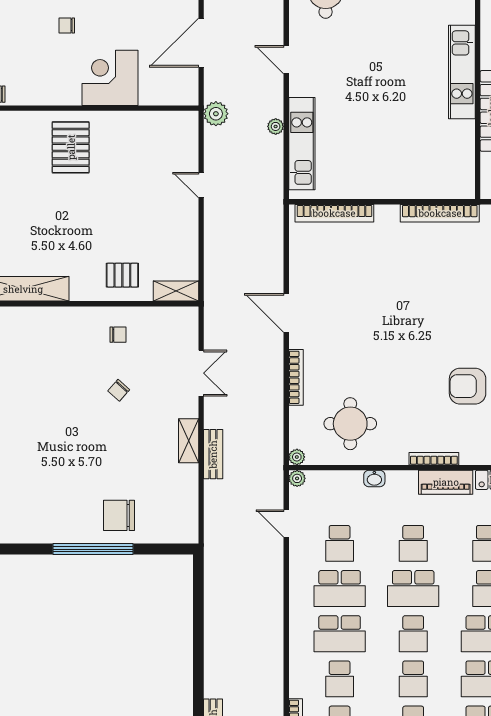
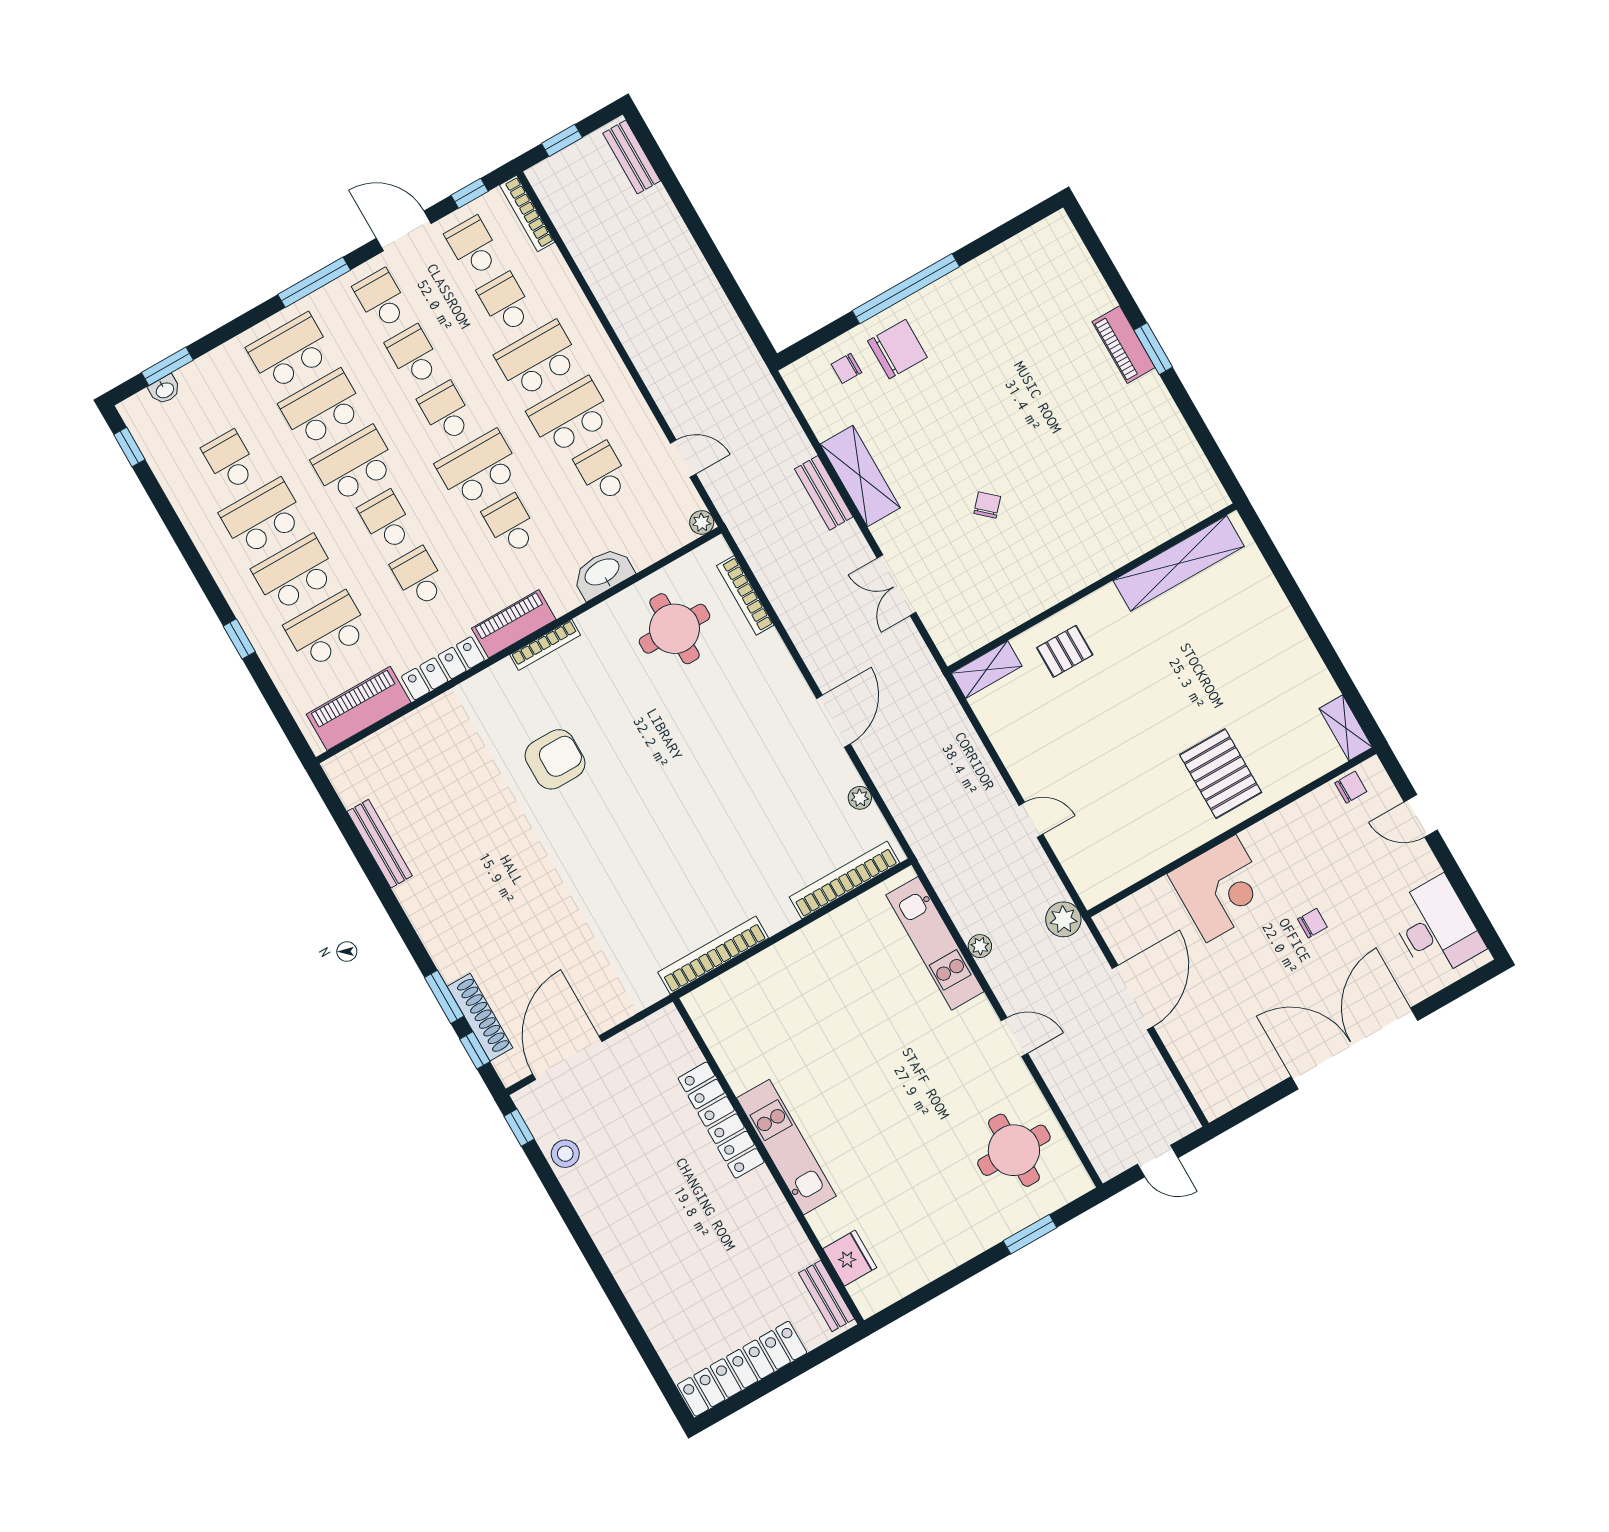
door: (286, 313) -> (833, 721), hinge flipped
chair: (118, 335) -> (847, 368), moved
bookcase: (296, 377) -> (745, 595), moved
shelving: (189, 441) -> (860, 476), width x1.50, depth x1.33
plant: (297, 457) -> (860, 798), moved
washbasin: (374, 479) -> (603, 573), width x1.91, depth x1.45

